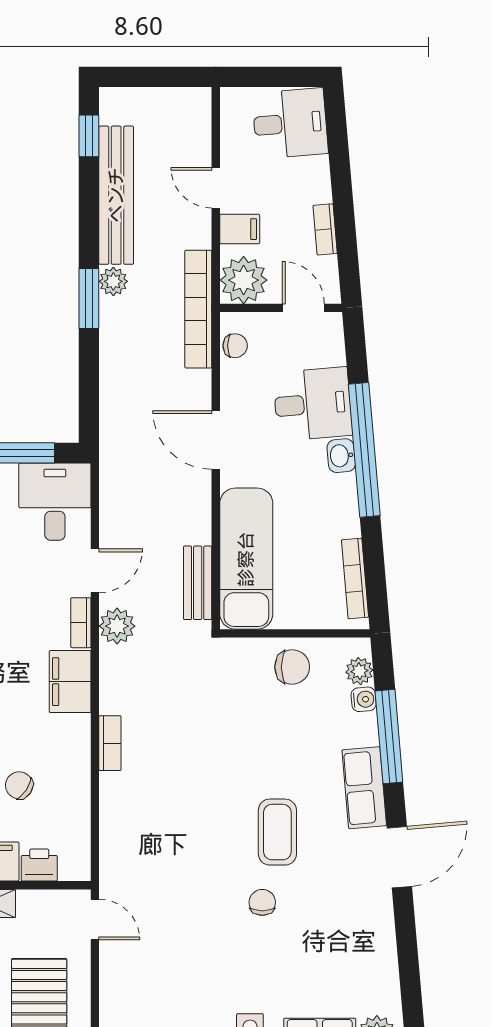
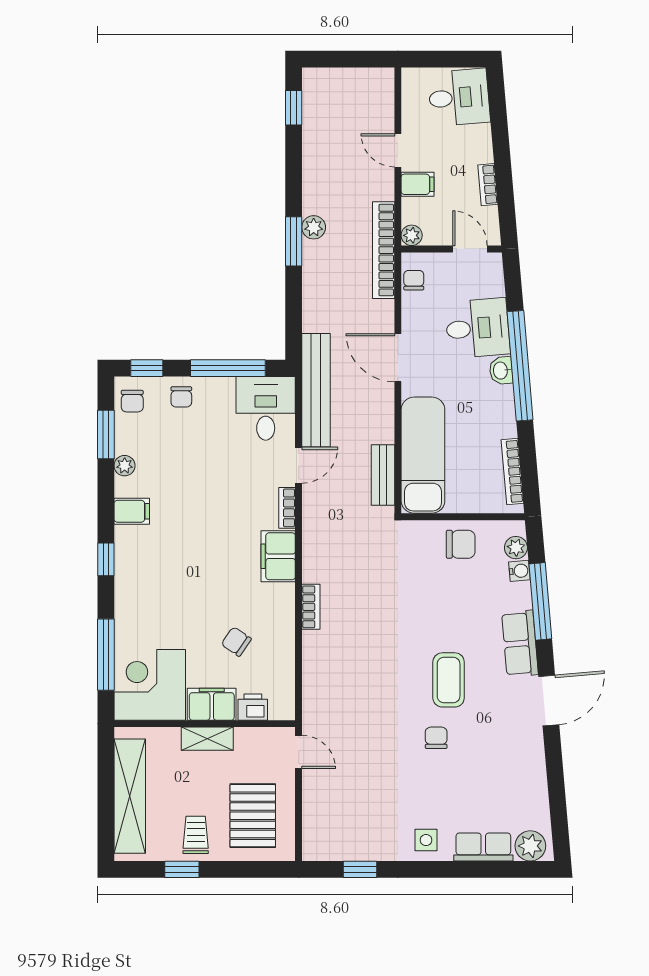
bench: (116, 195) -> (316, 390), moved
plant: (244, 280) -> (412, 235), width x0.53, depth x0.53
chair: (235, 346) -> (414, 280), turned -90
plant: (117, 626) -> (317, 511), removed

